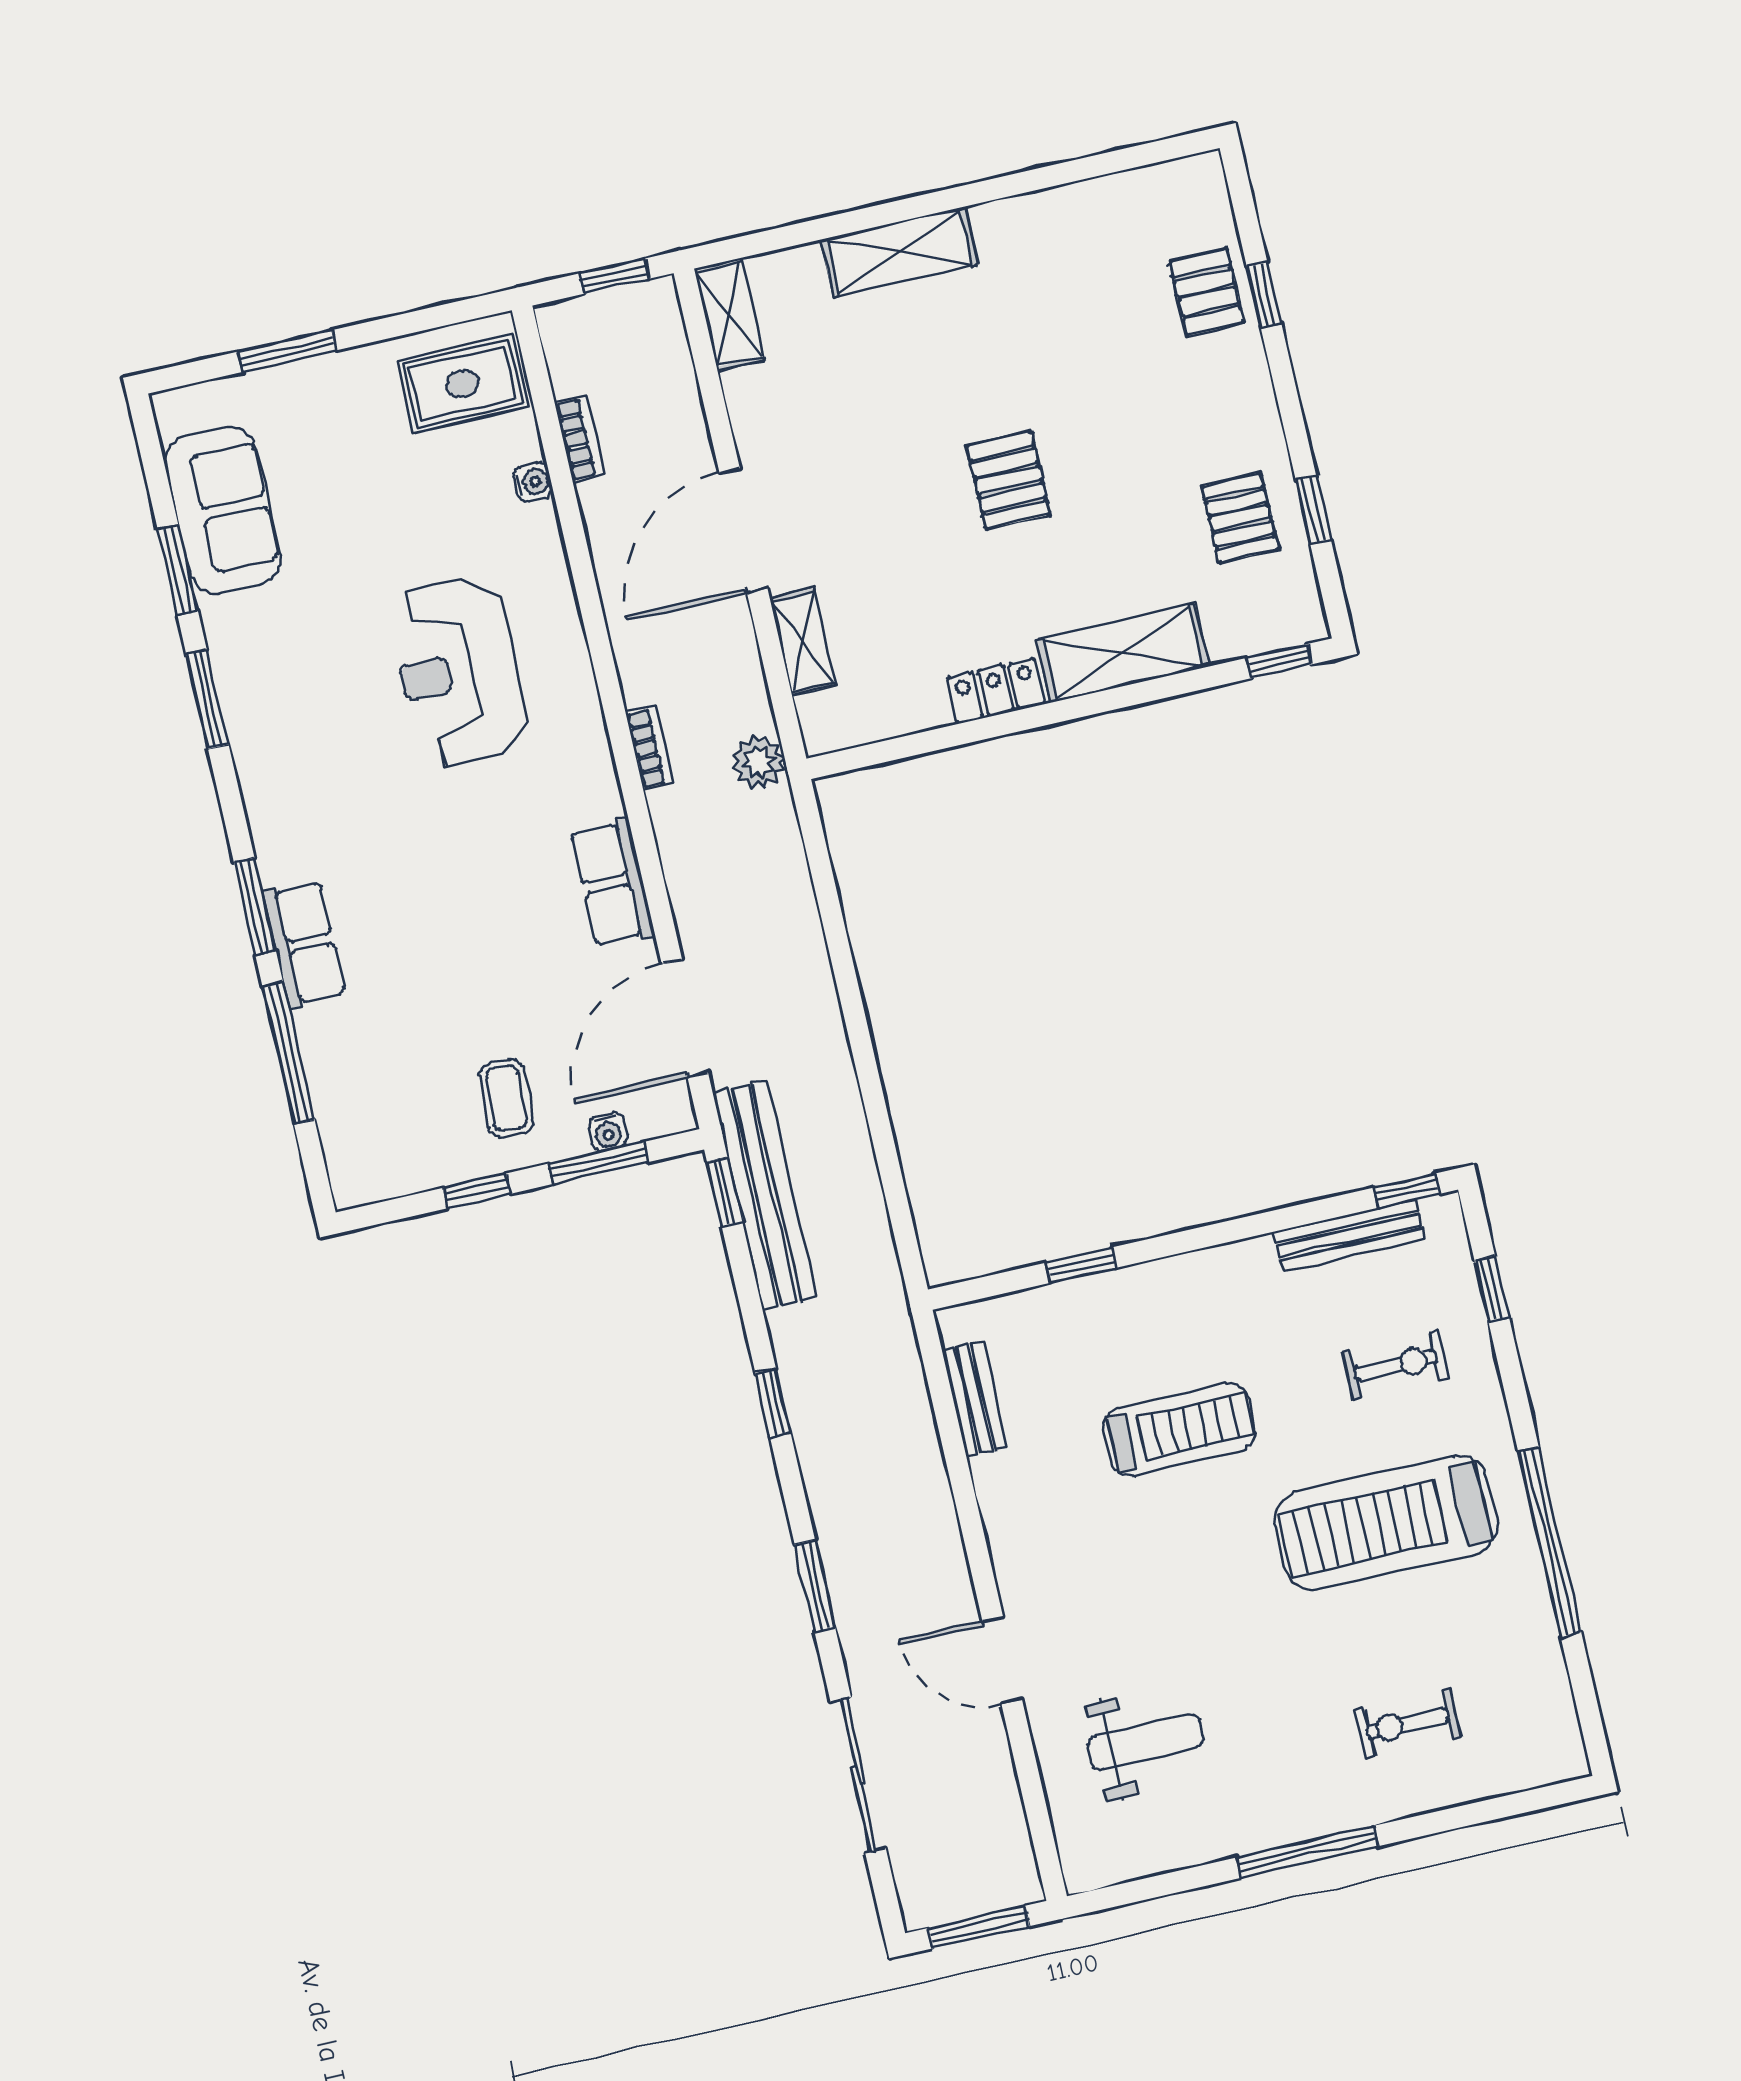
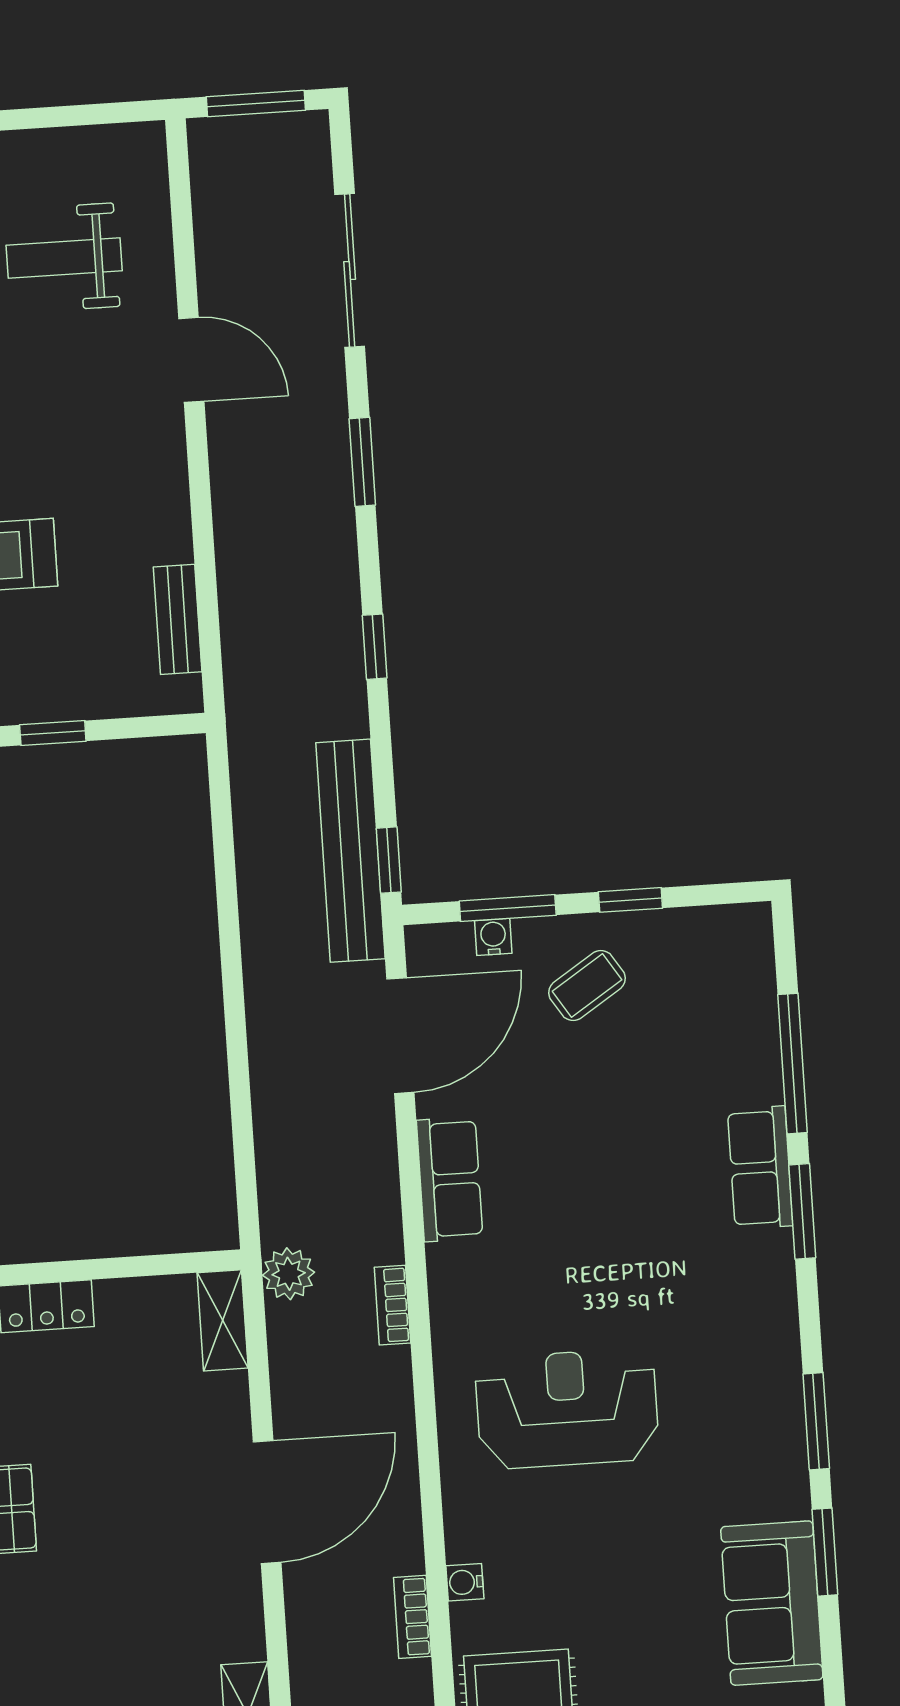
shelving: (803, 642) -> (223, 1320), moved
reception desk: (459, 672) -> (567, 1409), turned -90
coffee table: (506, 1098) -> (587, 985), turned 54

